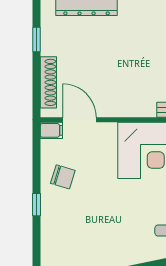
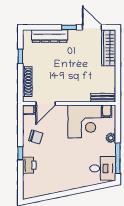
door: (80, 120) -> (46, 103), swing flipped
printer: (52, 225) -> (29, 165), added

